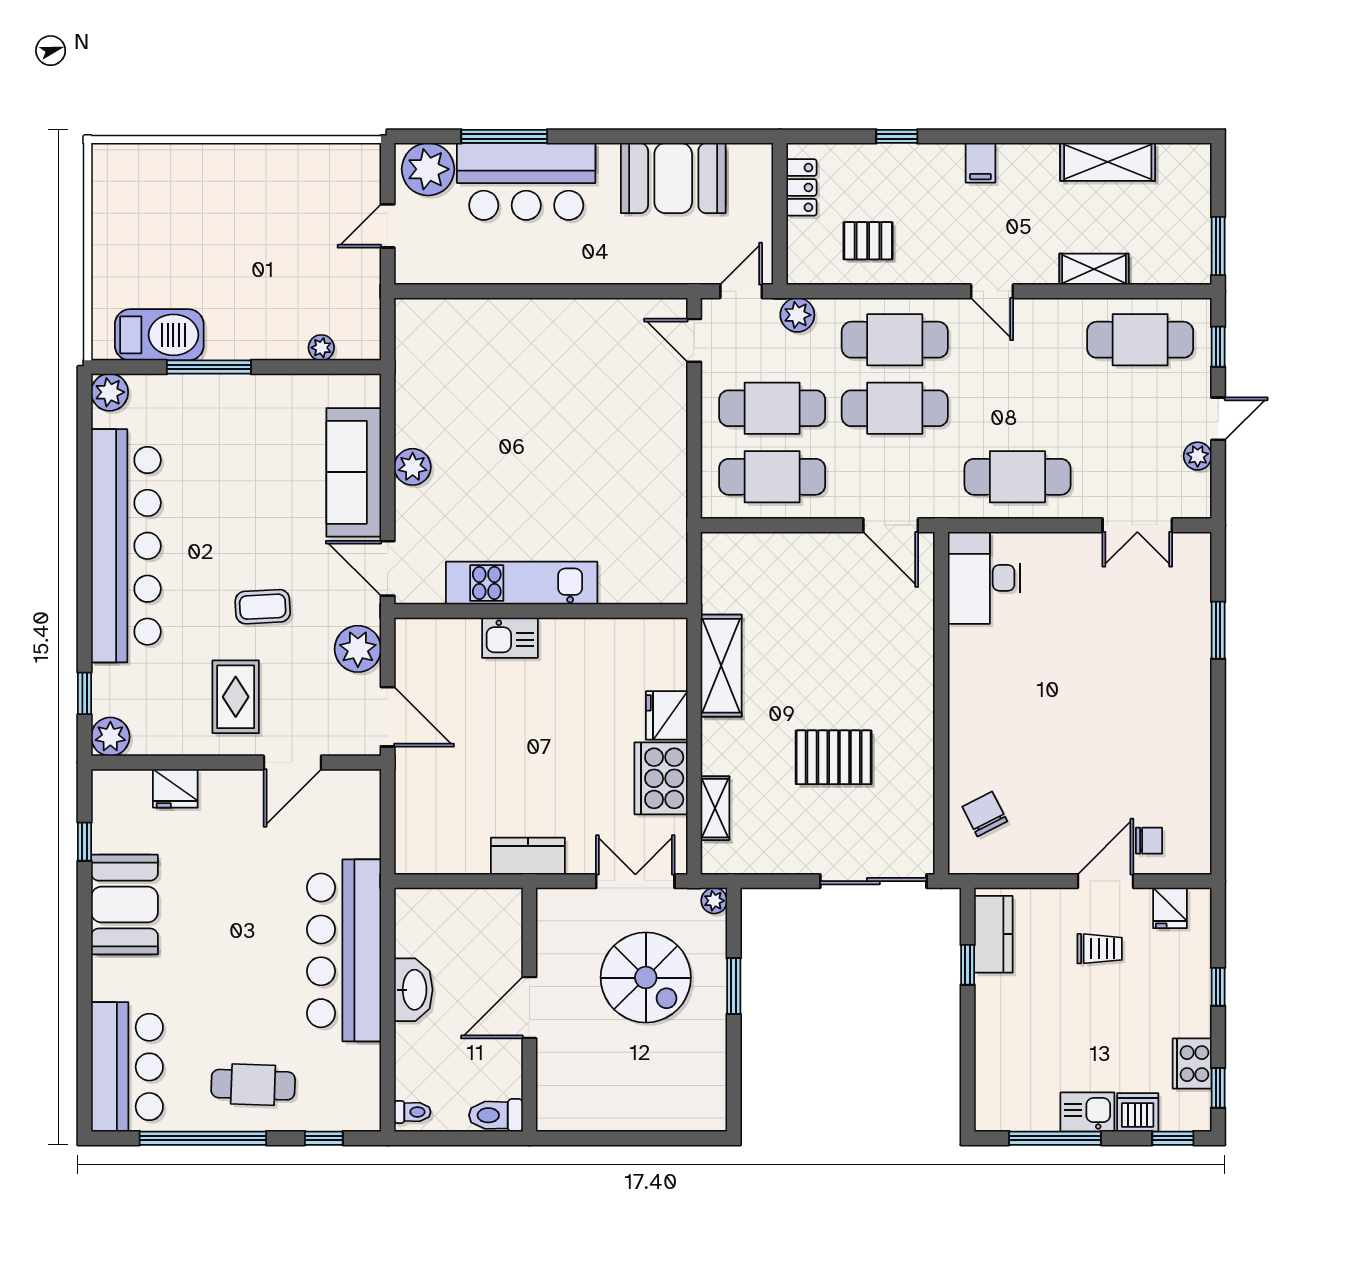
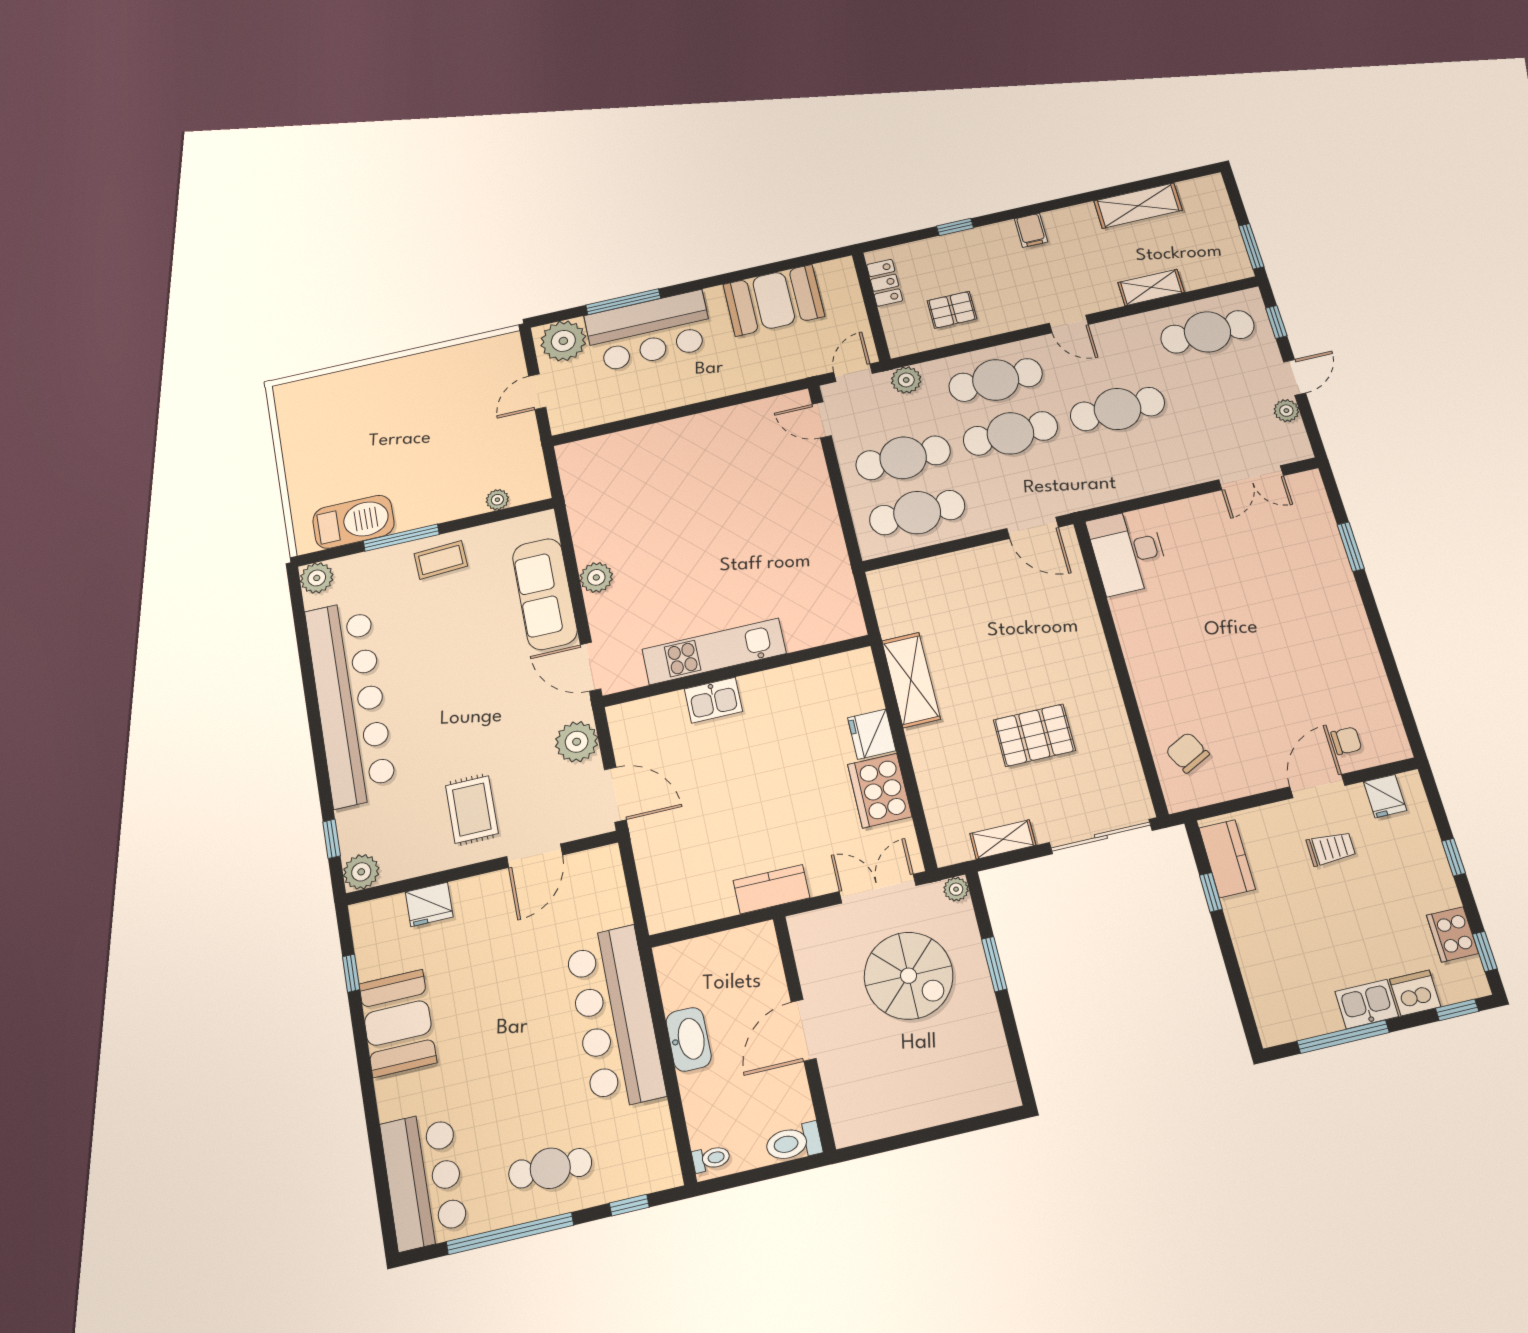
cafe table: (1017, 477) -> (1117, 409), moved
coffee table: (263, 607) -> (441, 560), moved
shelving: (715, 808) -> (1003, 839), moved, turned 90

